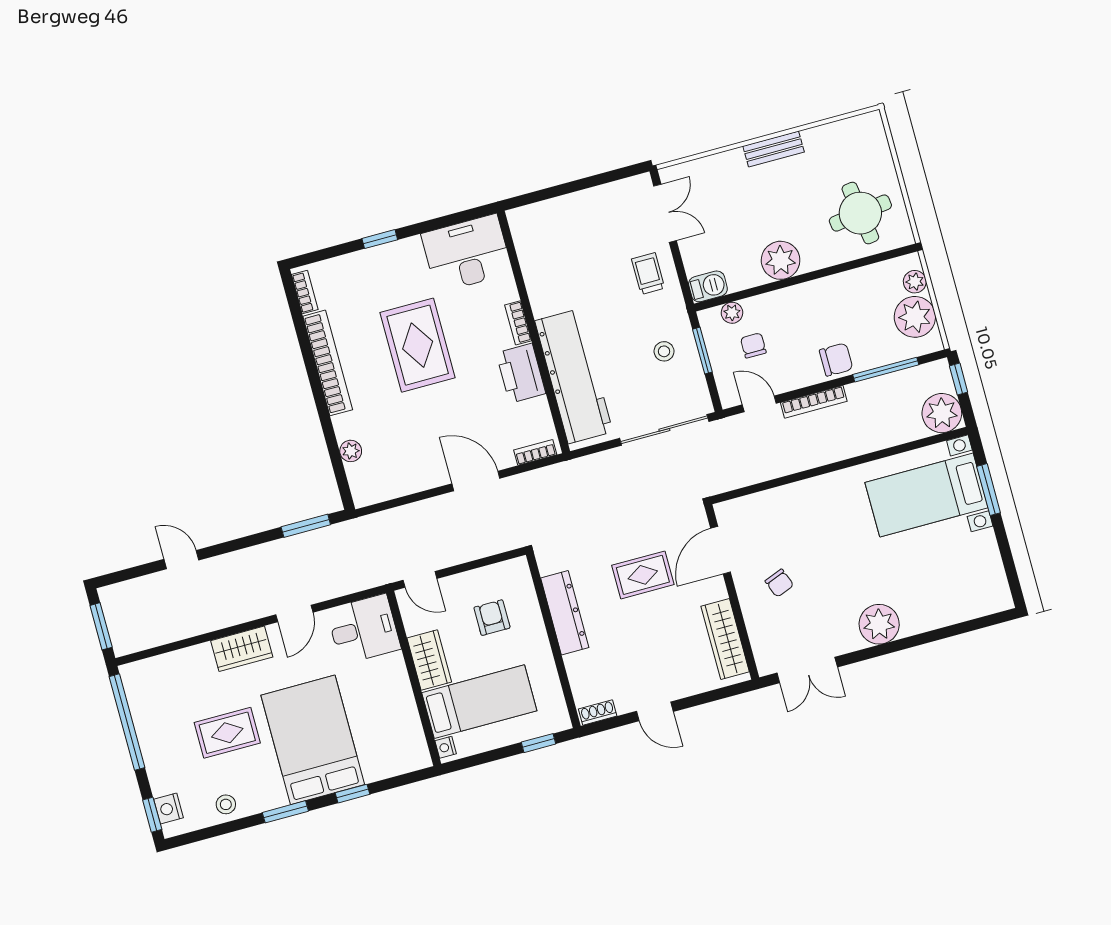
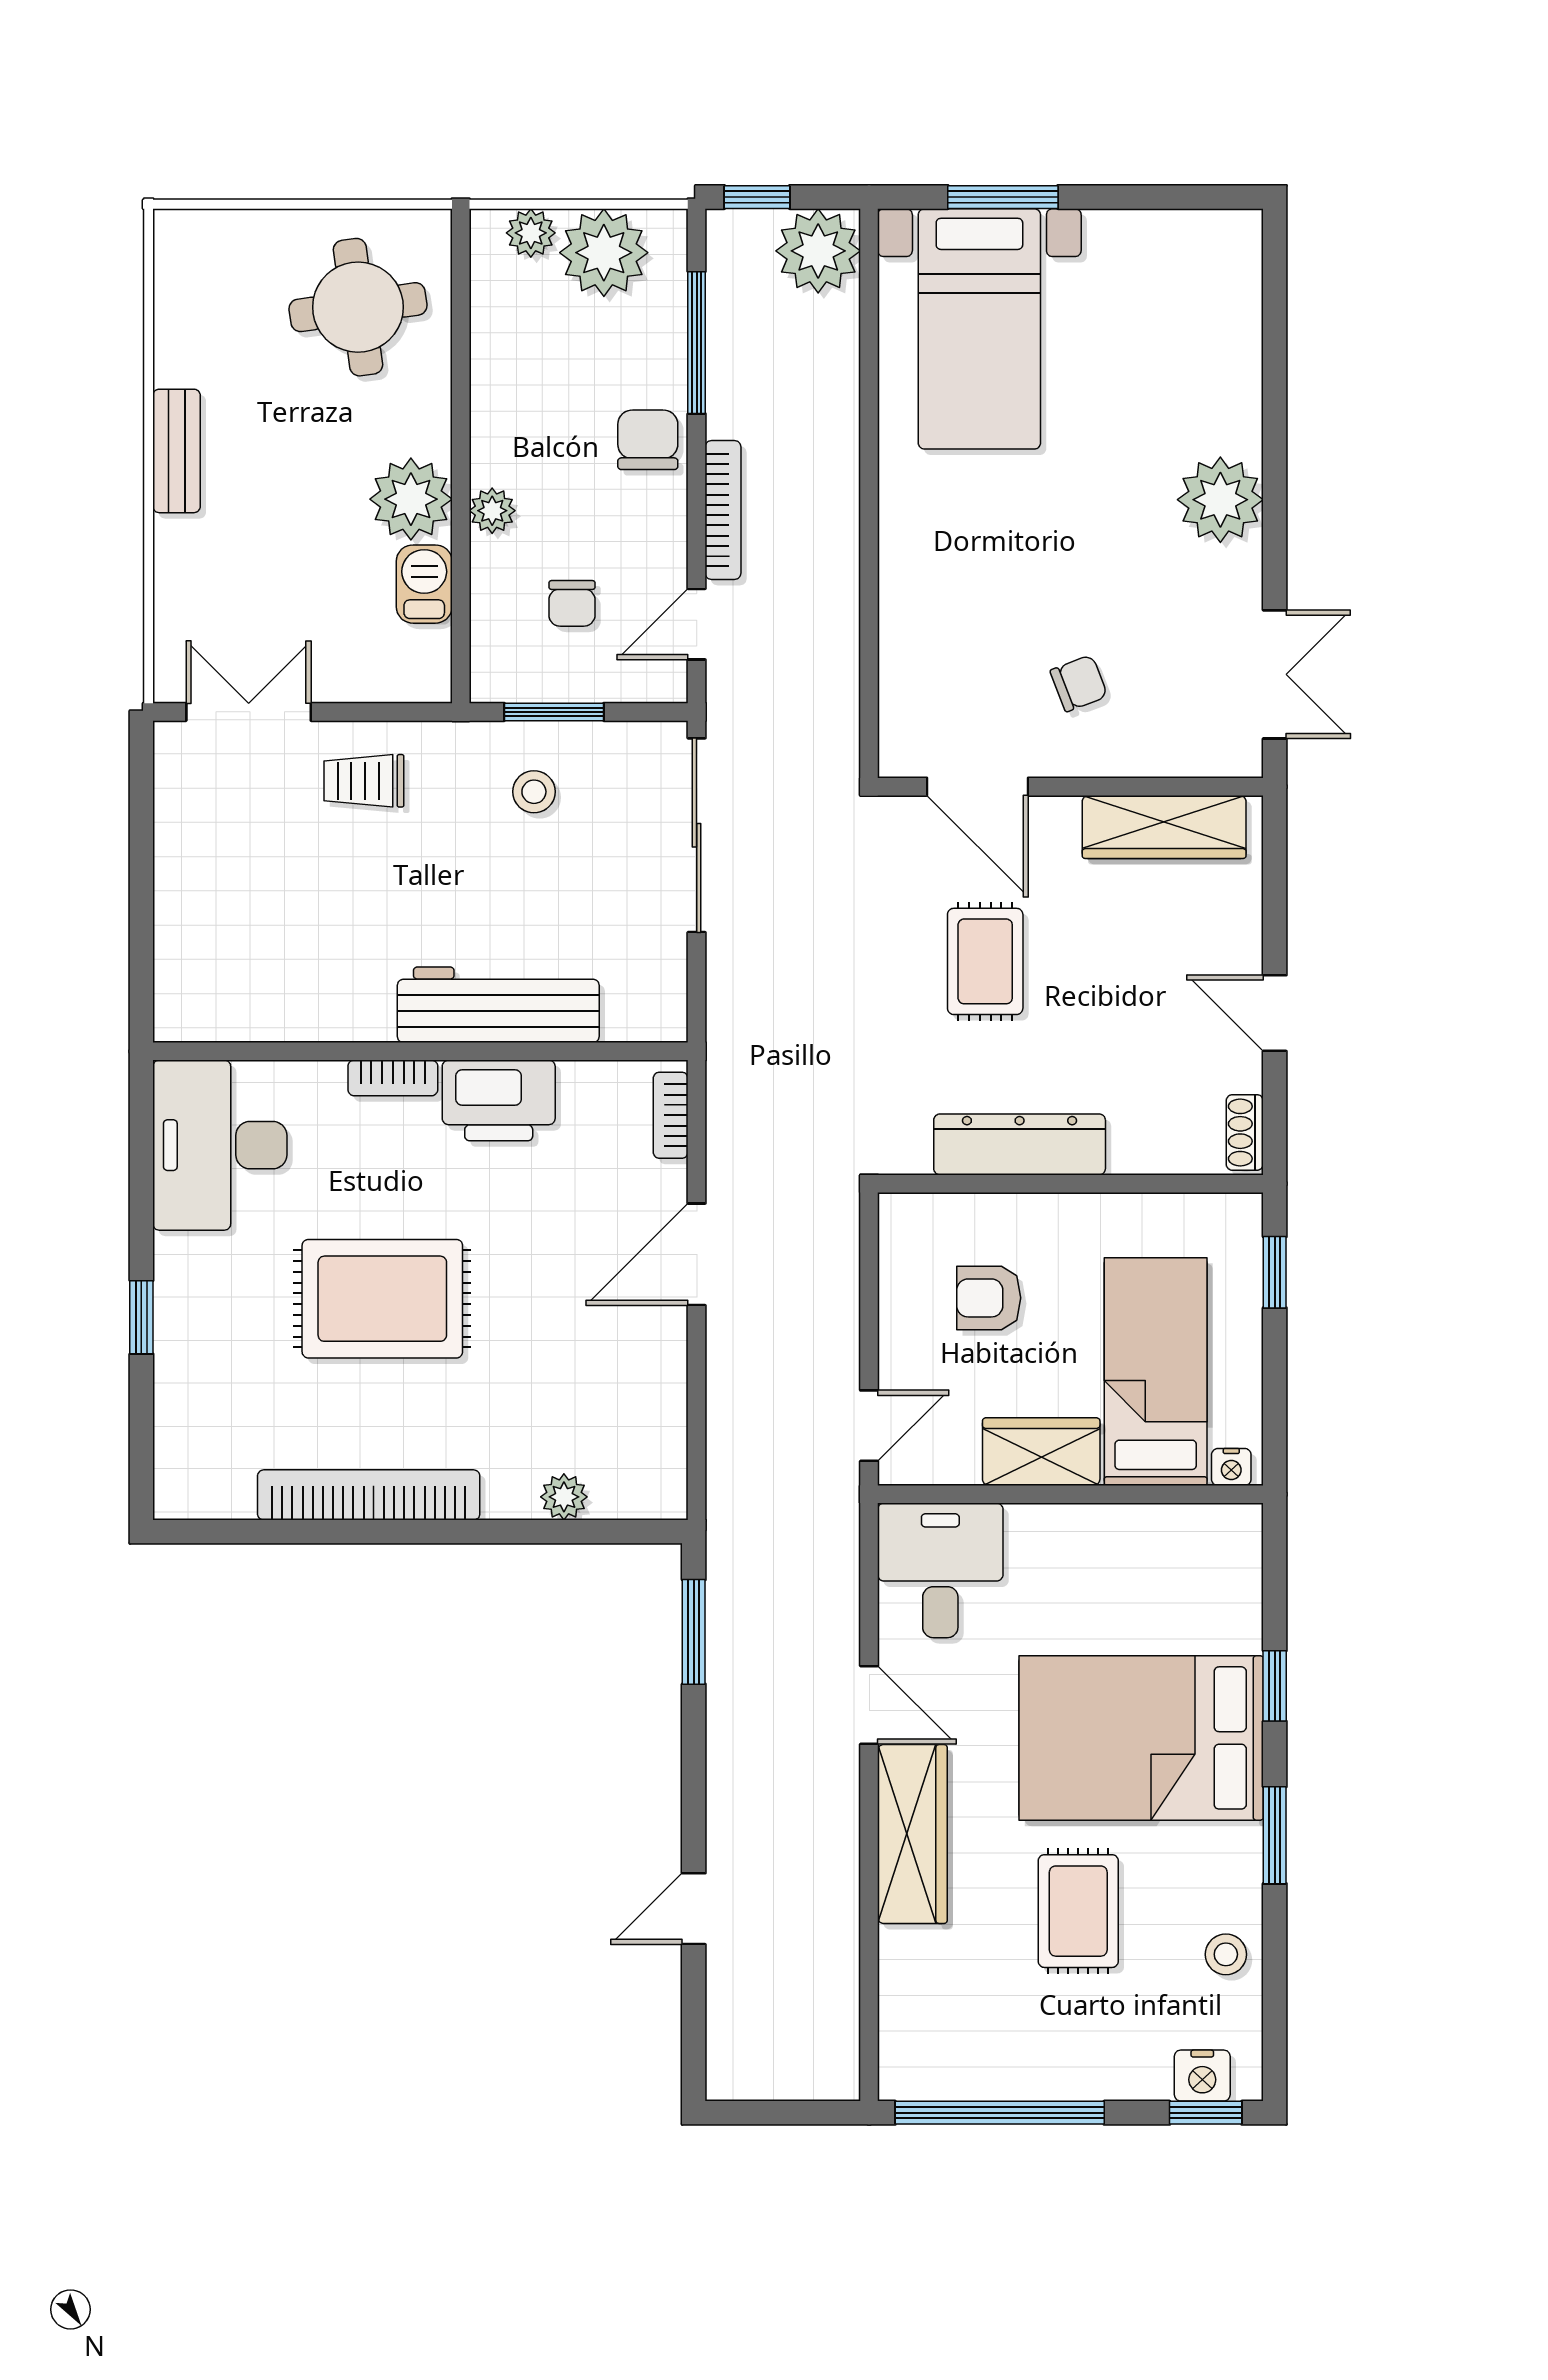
barbecue: (708, 286) -> (424, 584), moved
bookcase: (305, 292) -> (209, 1503), removed
plant: (732, 313) -> (492, 511), moved
chair: (753, 345) -> (572, 603), turned -90
workbench: (574, 376) -> (498, 1005), width x0.73, depth x0.76
window: (101, 626) -> (787, 2113), removed
wardrobe: (242, 649) -> (912, 1834), width x1.50
door: (655, 711) -> (1275, 1013), swing flipped

